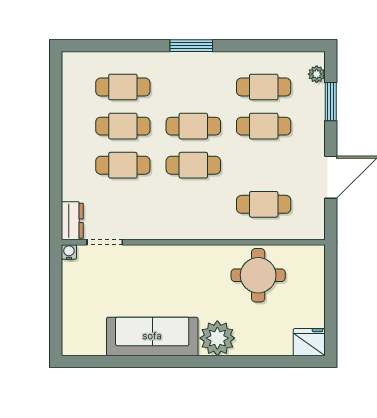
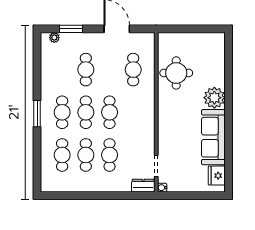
cafe table: (264, 87) -> (62, 112), moved
fridge: (309, 342) -> (217, 176), moved

